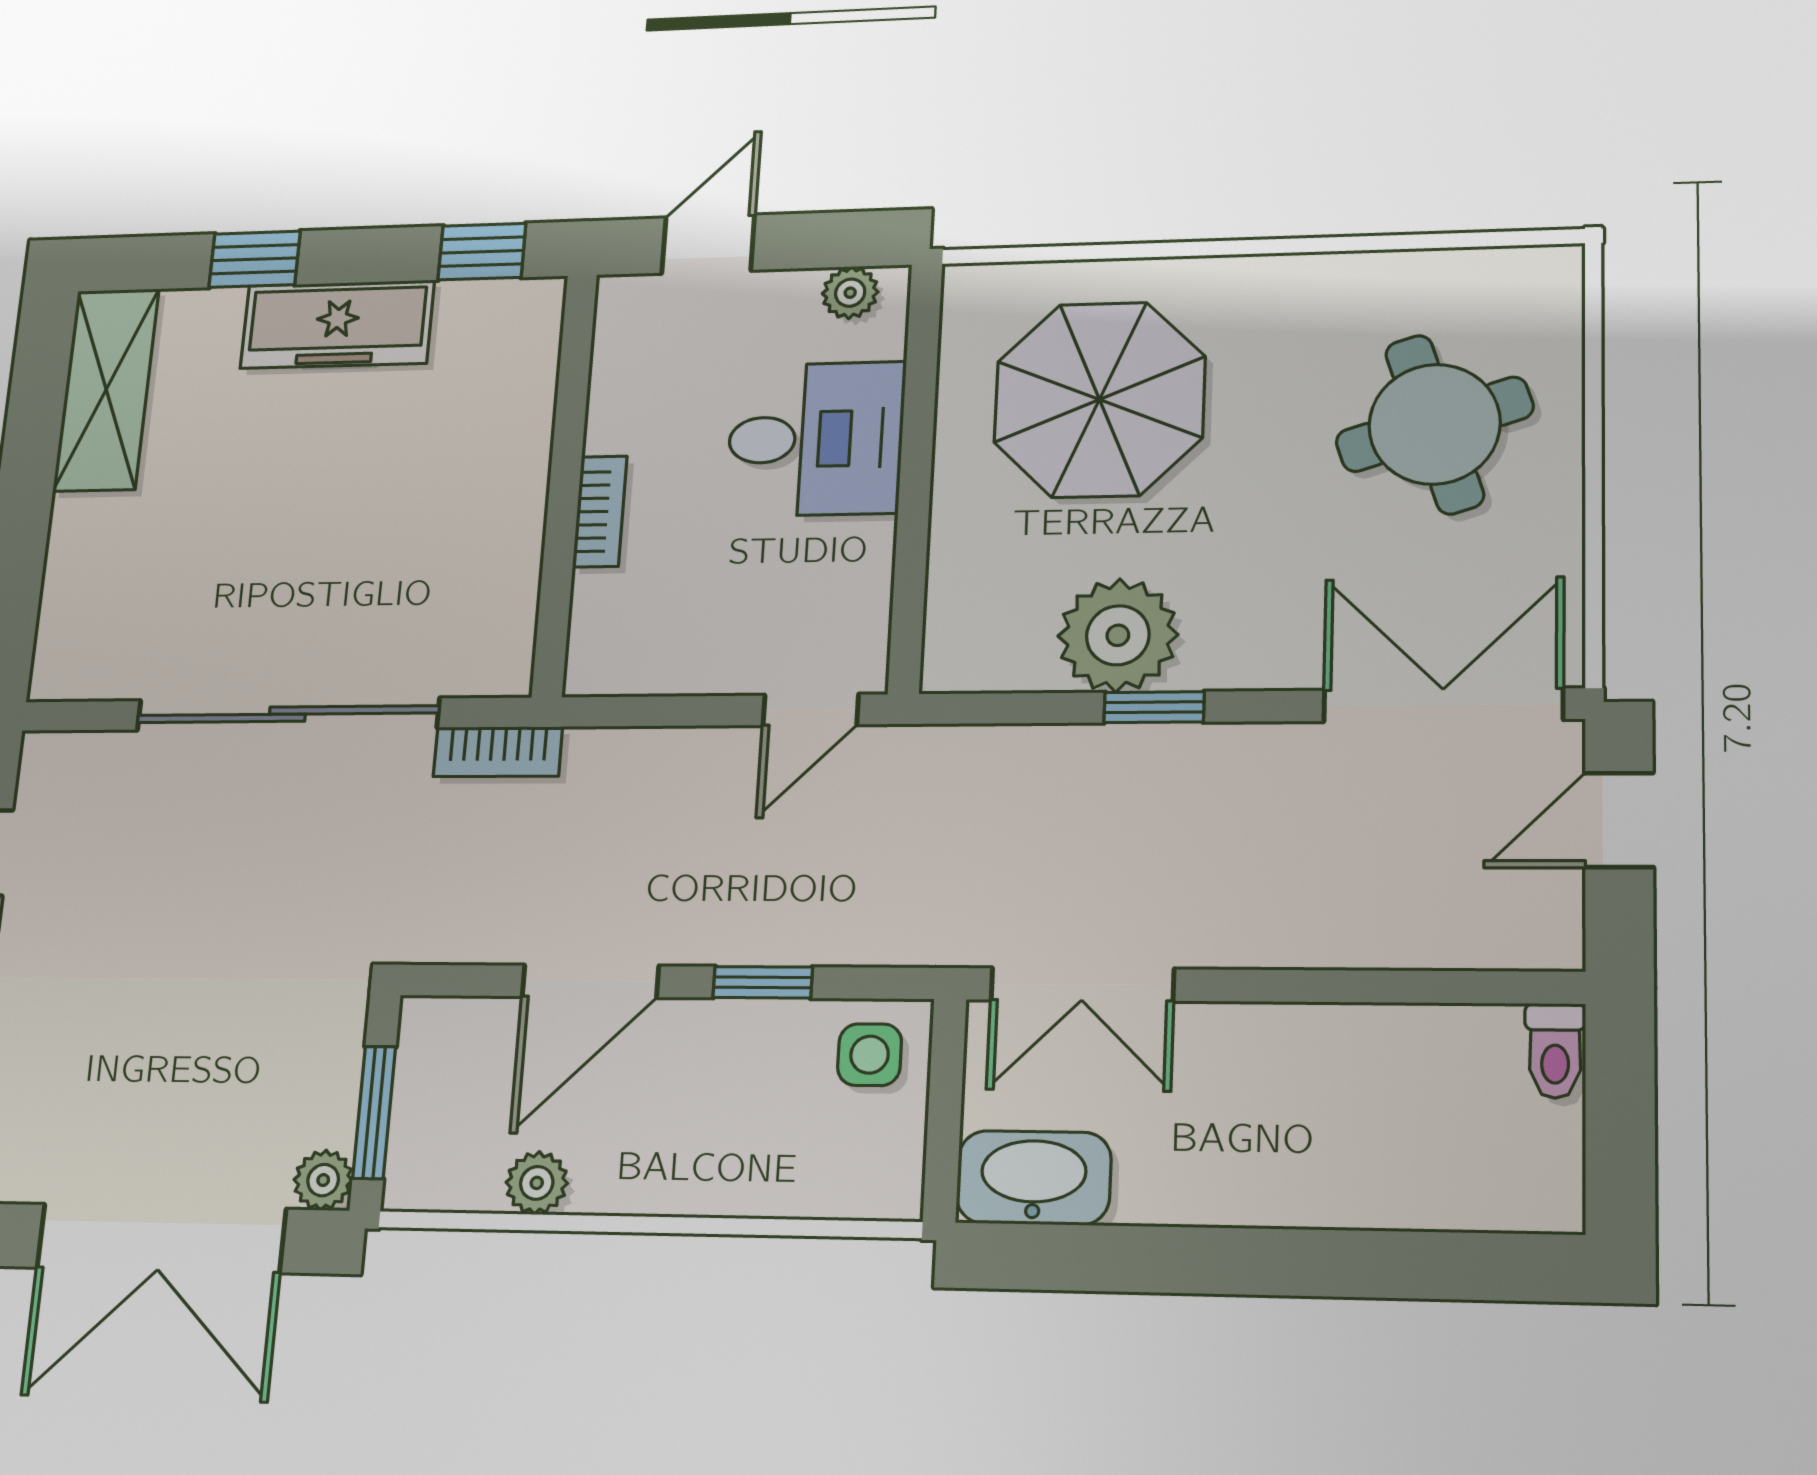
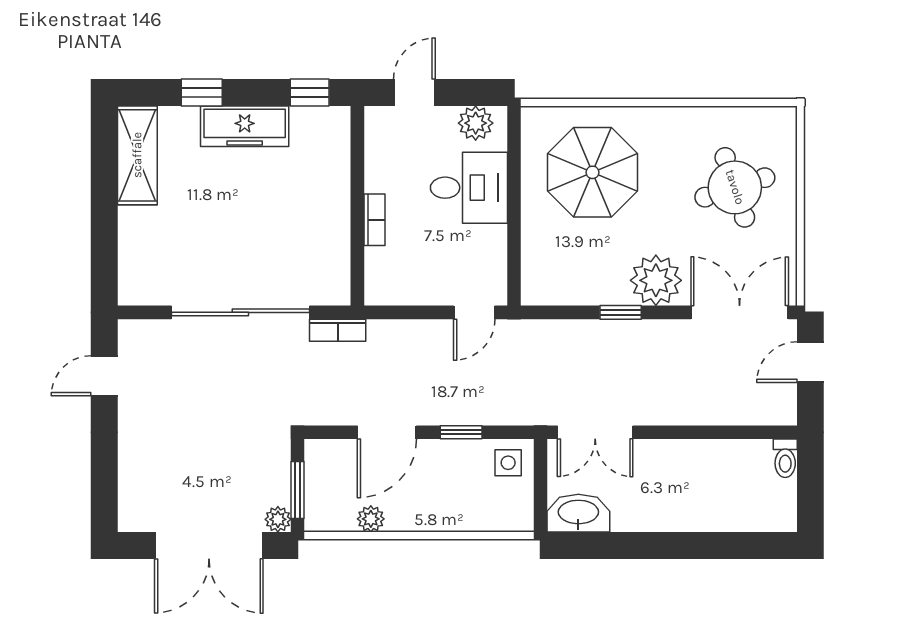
plant: (850, 293) -> (476, 123), width x1.38, depth x1.38
plant: (1118, 635) -> (656, 280), moved

